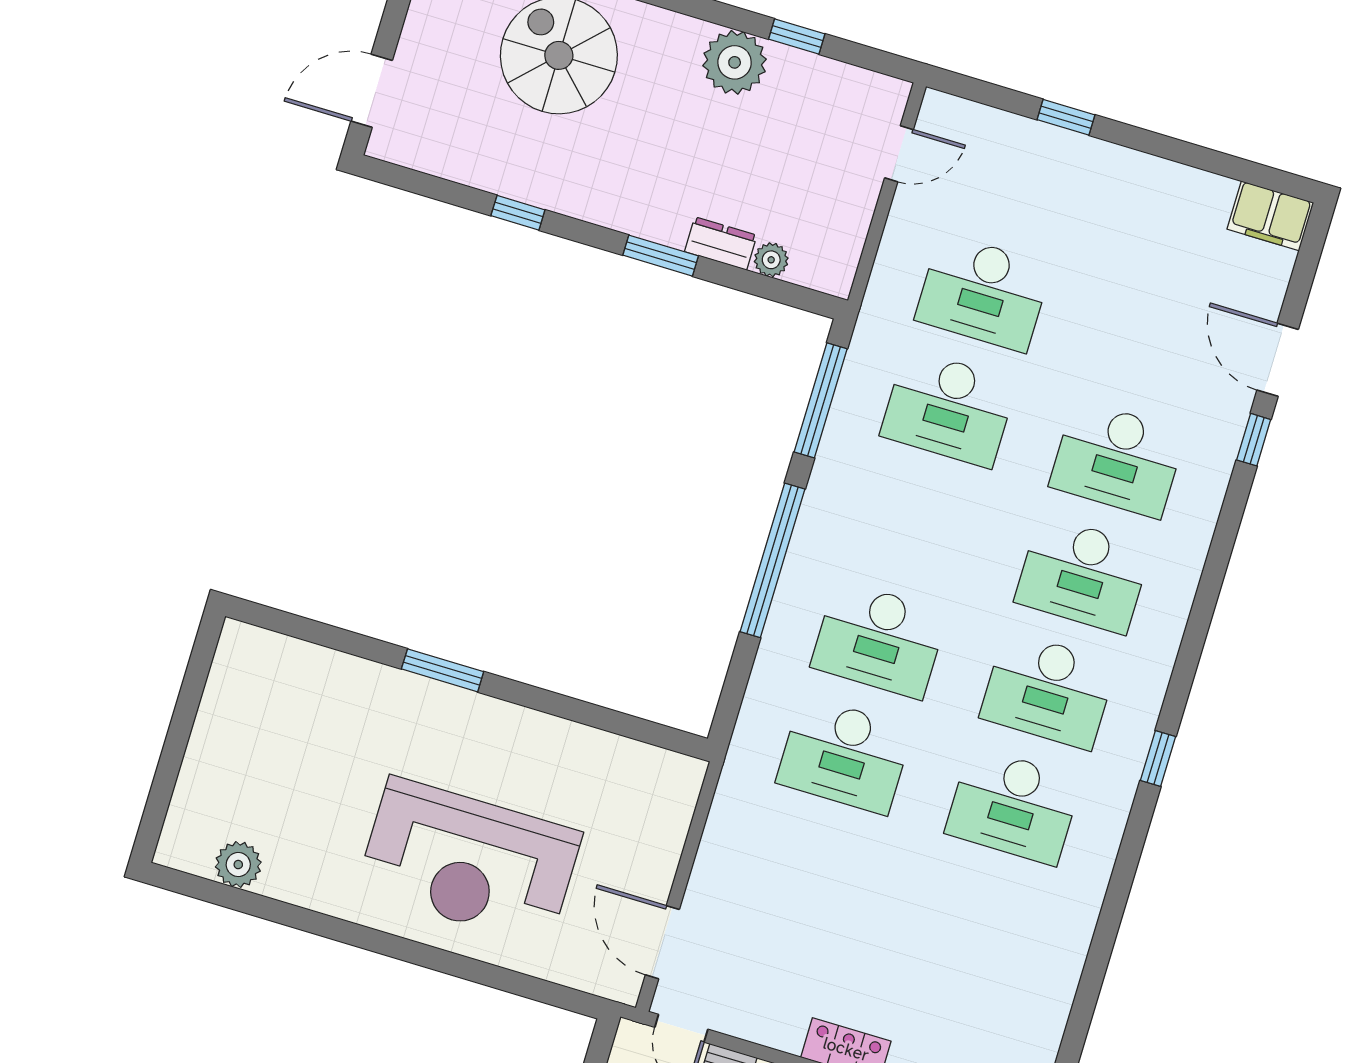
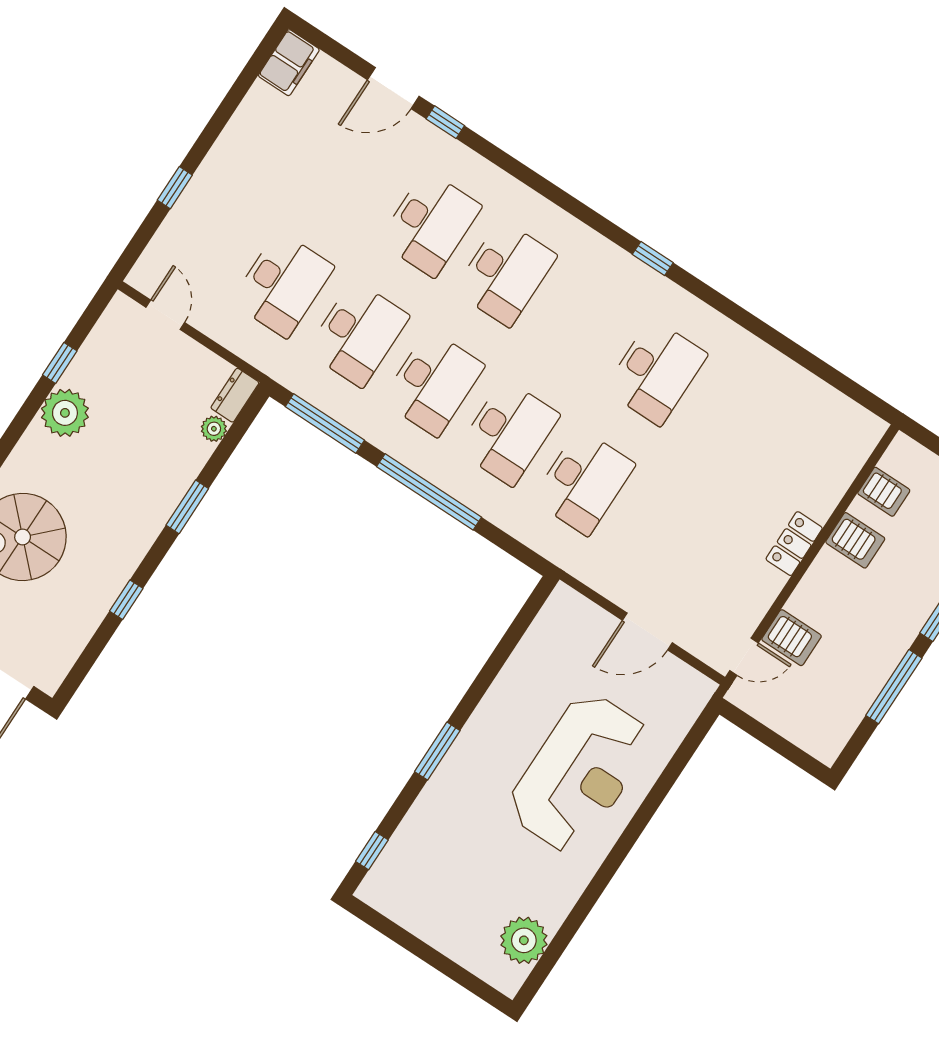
dresser: (721, 243) -> (235, 395), moved
window: (290, 624) -> (372, 851), added
desk: (1048, 690) -> (433, 383), moved
plant: (238, 865) -> (524, 940), width x1.36, depth x1.36
door: (662, 942) -> (647, 631), moved

